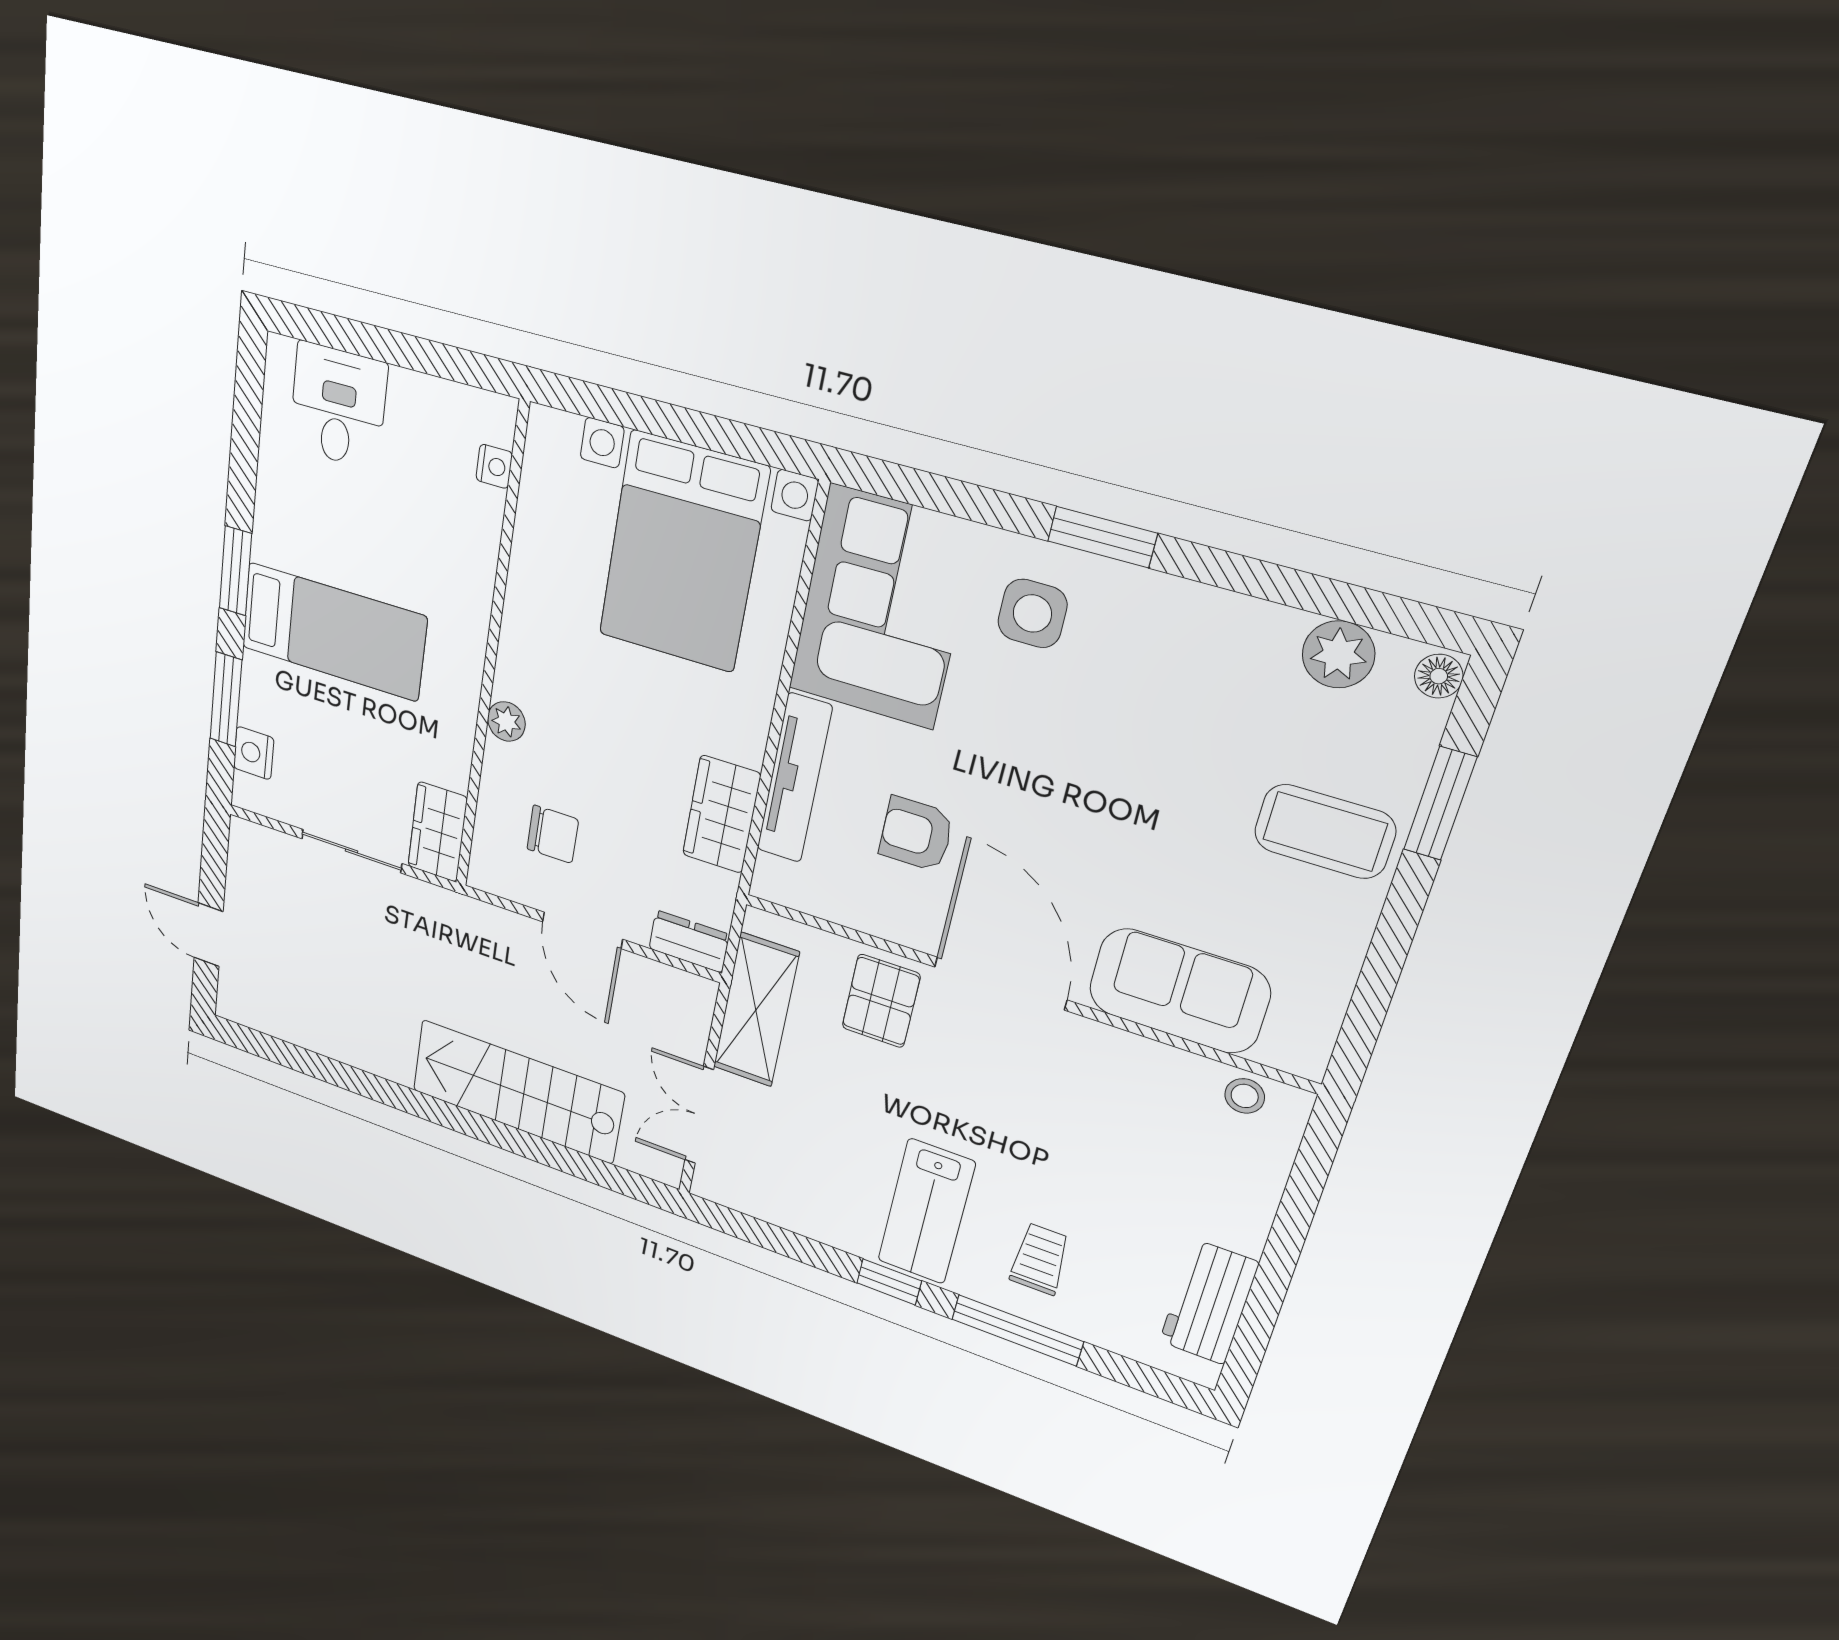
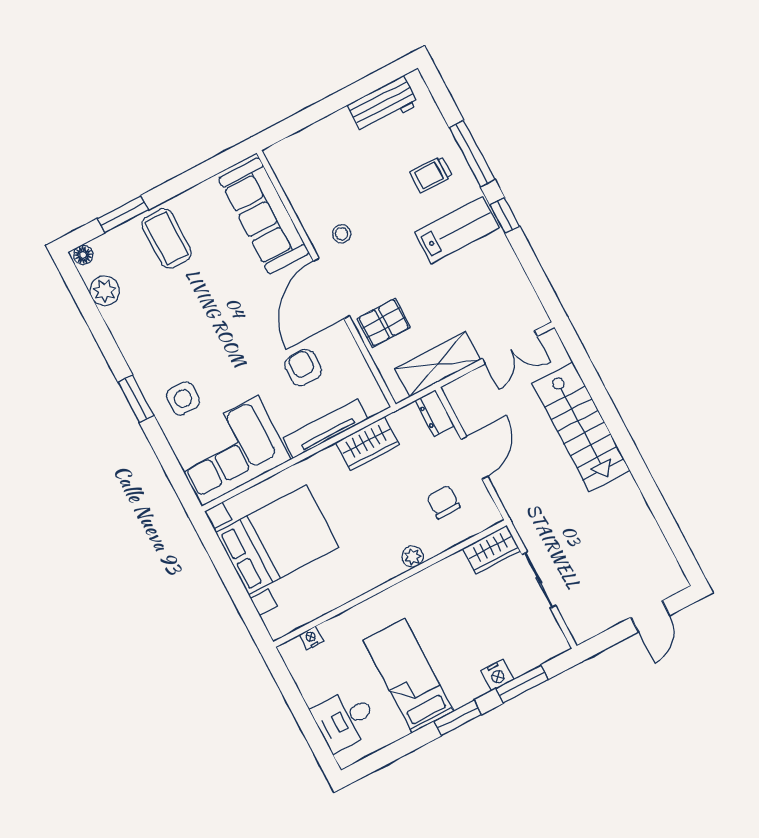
bed: (333, 632) -> (408, 676), moved
nightstand: (254, 753) -> (497, 675), moved
armchair: (916, 834) -> (303, 368), turned 180
sofa: (1179, 991) -> (264, 216), width x1.36
stool: (1245, 1096) -> (342, 234), moved

